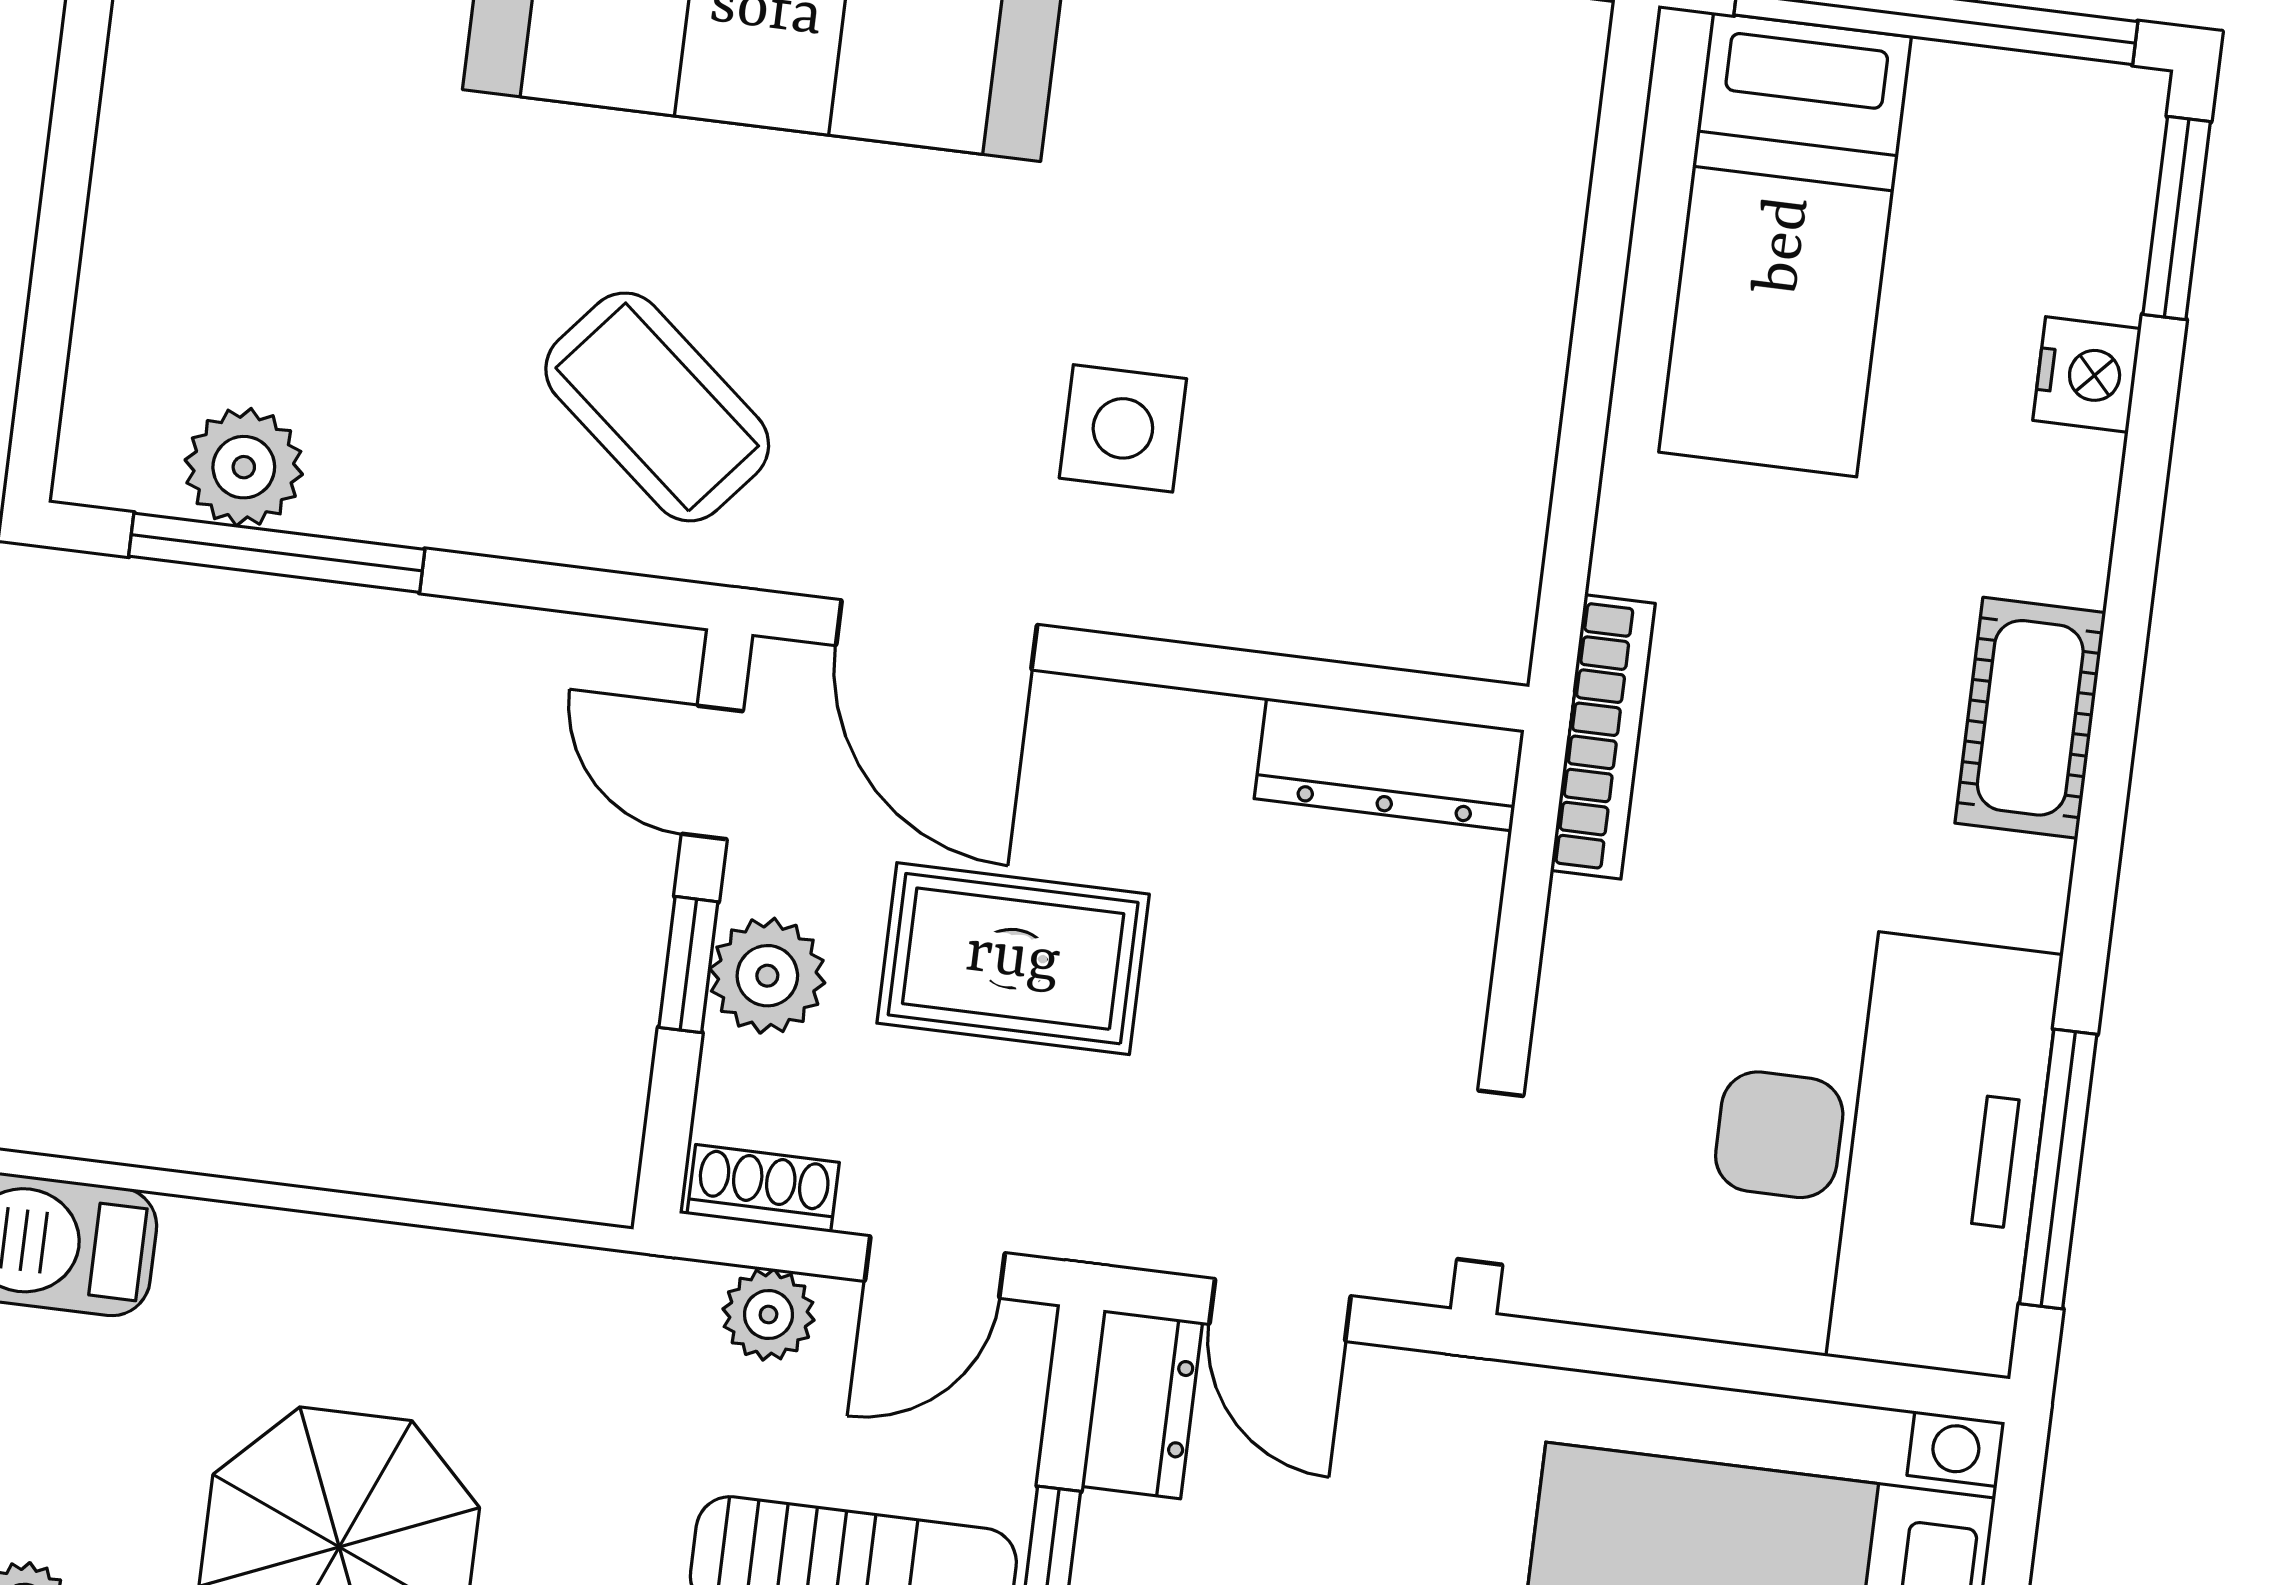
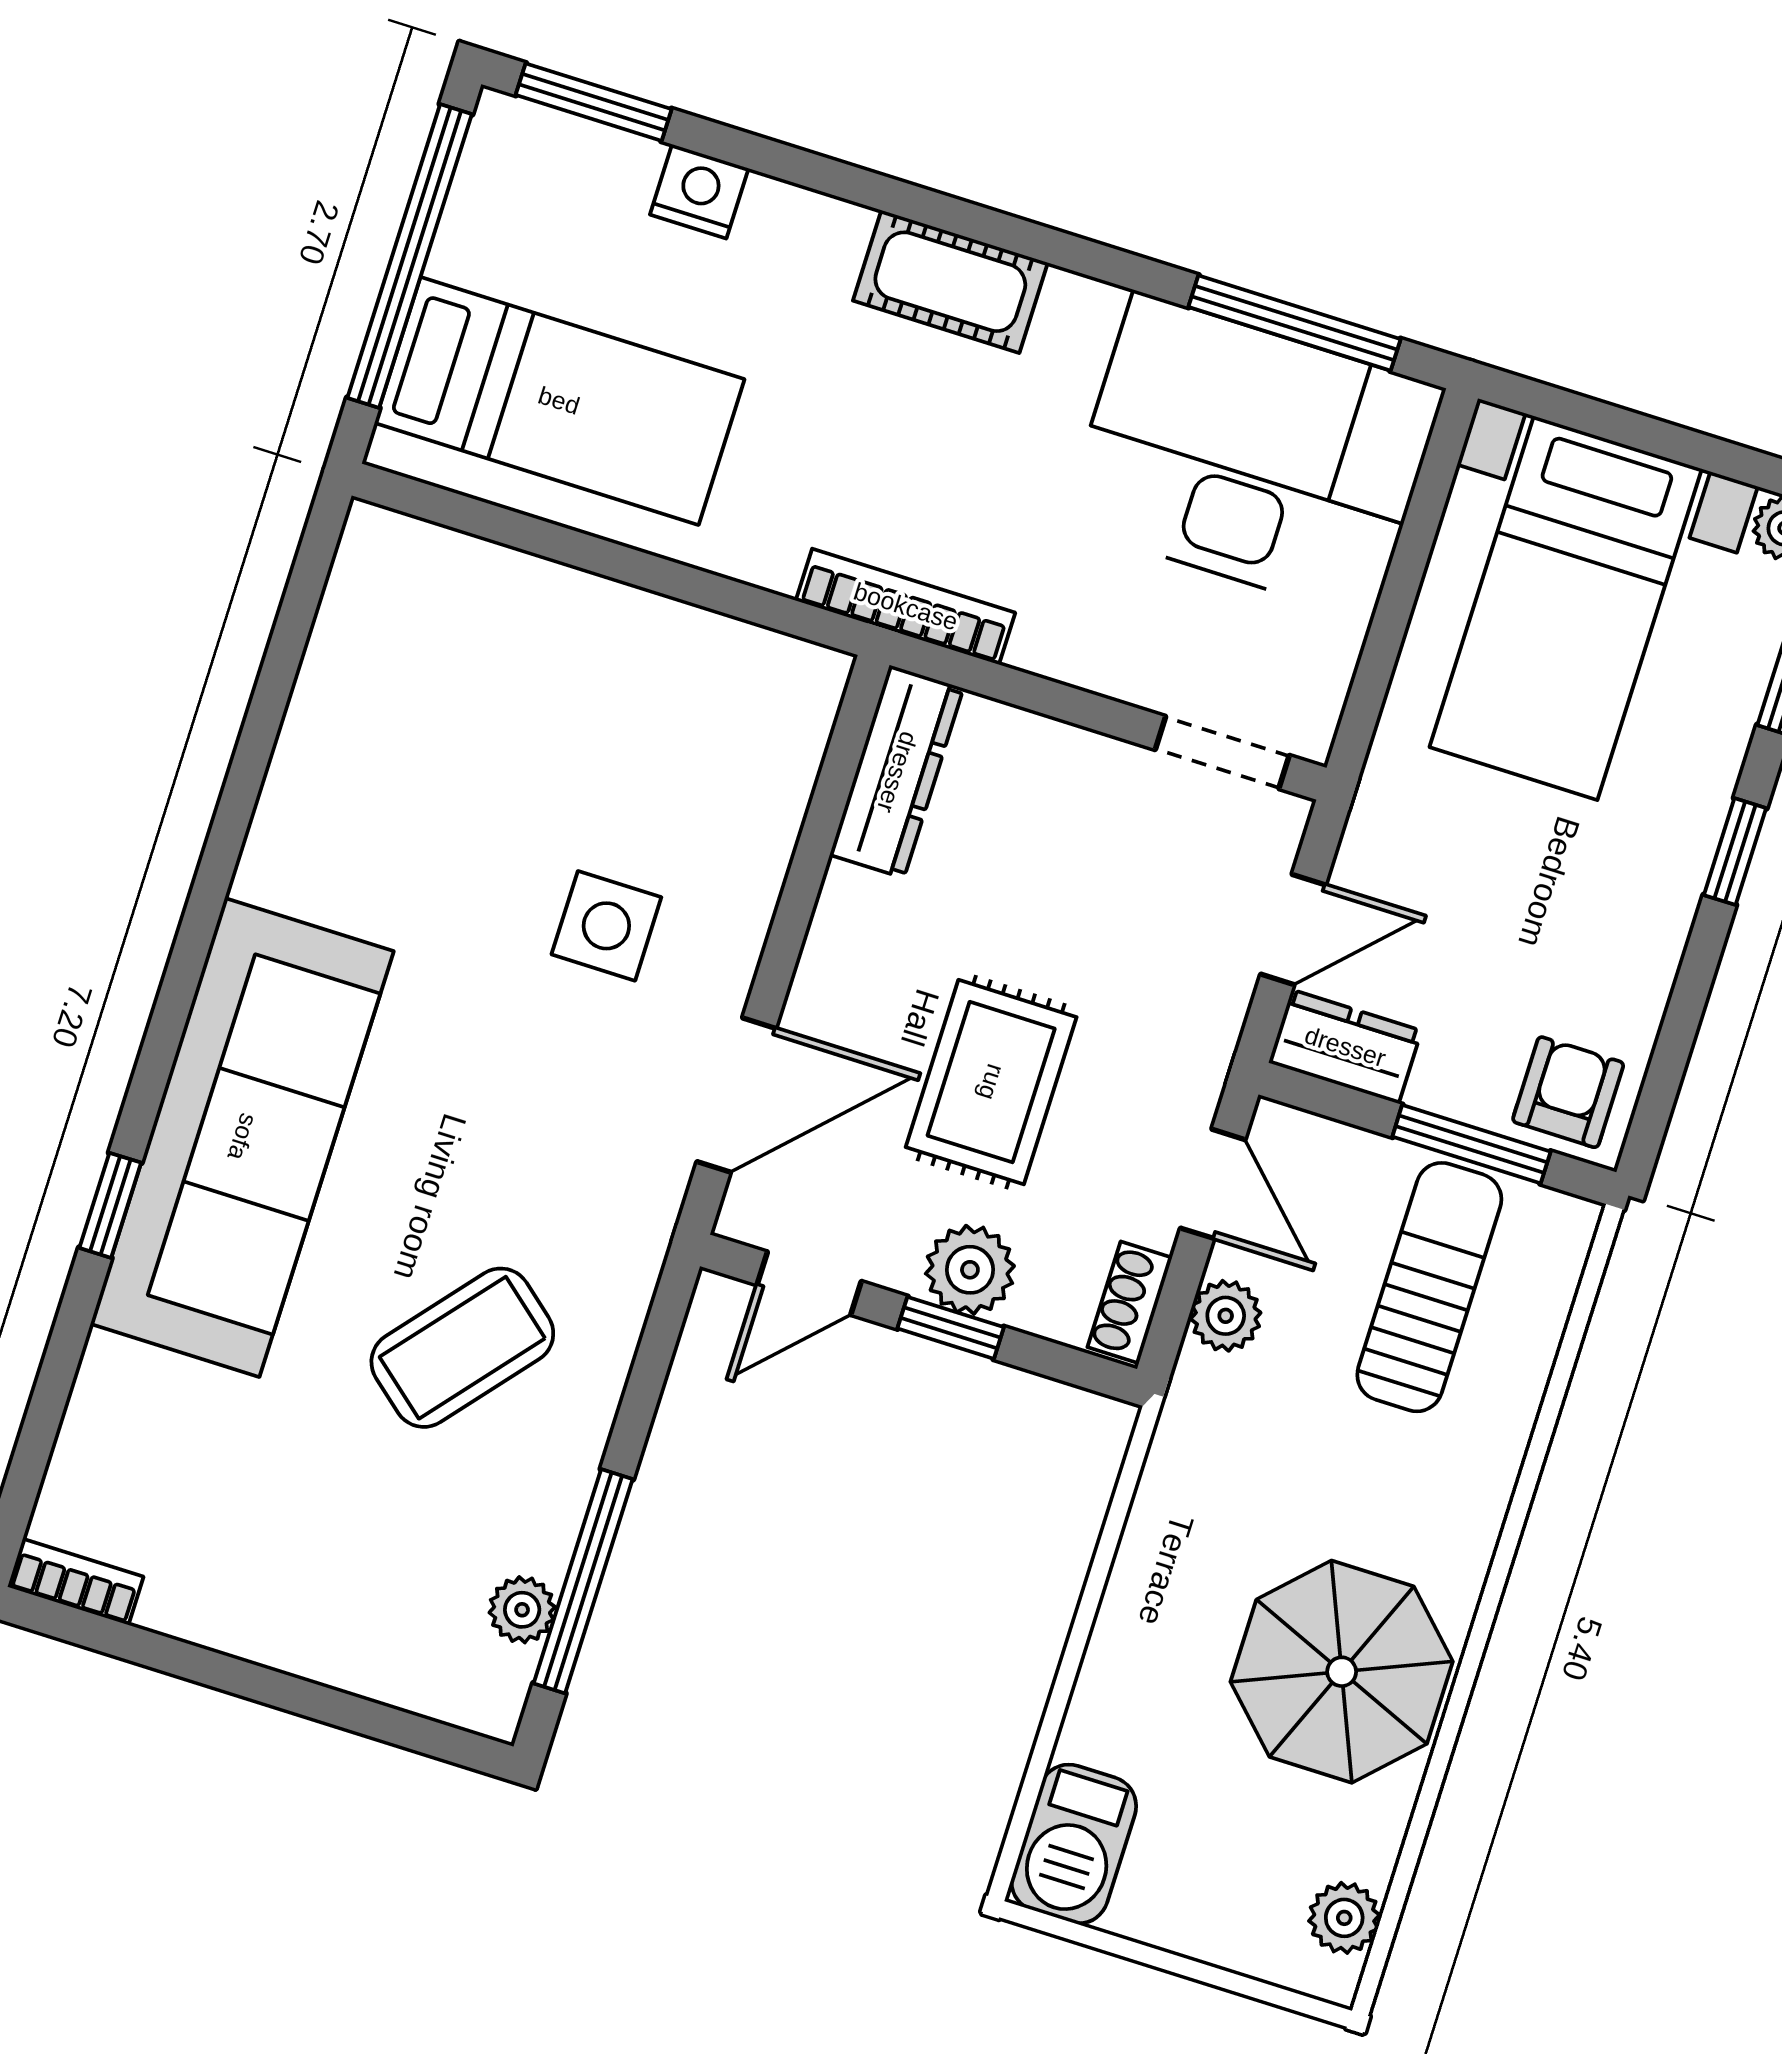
coffee table: (657, 407) -> (462, 1348), moved
plant: (244, 467) -> (522, 1610), width x0.73, depth x0.73

